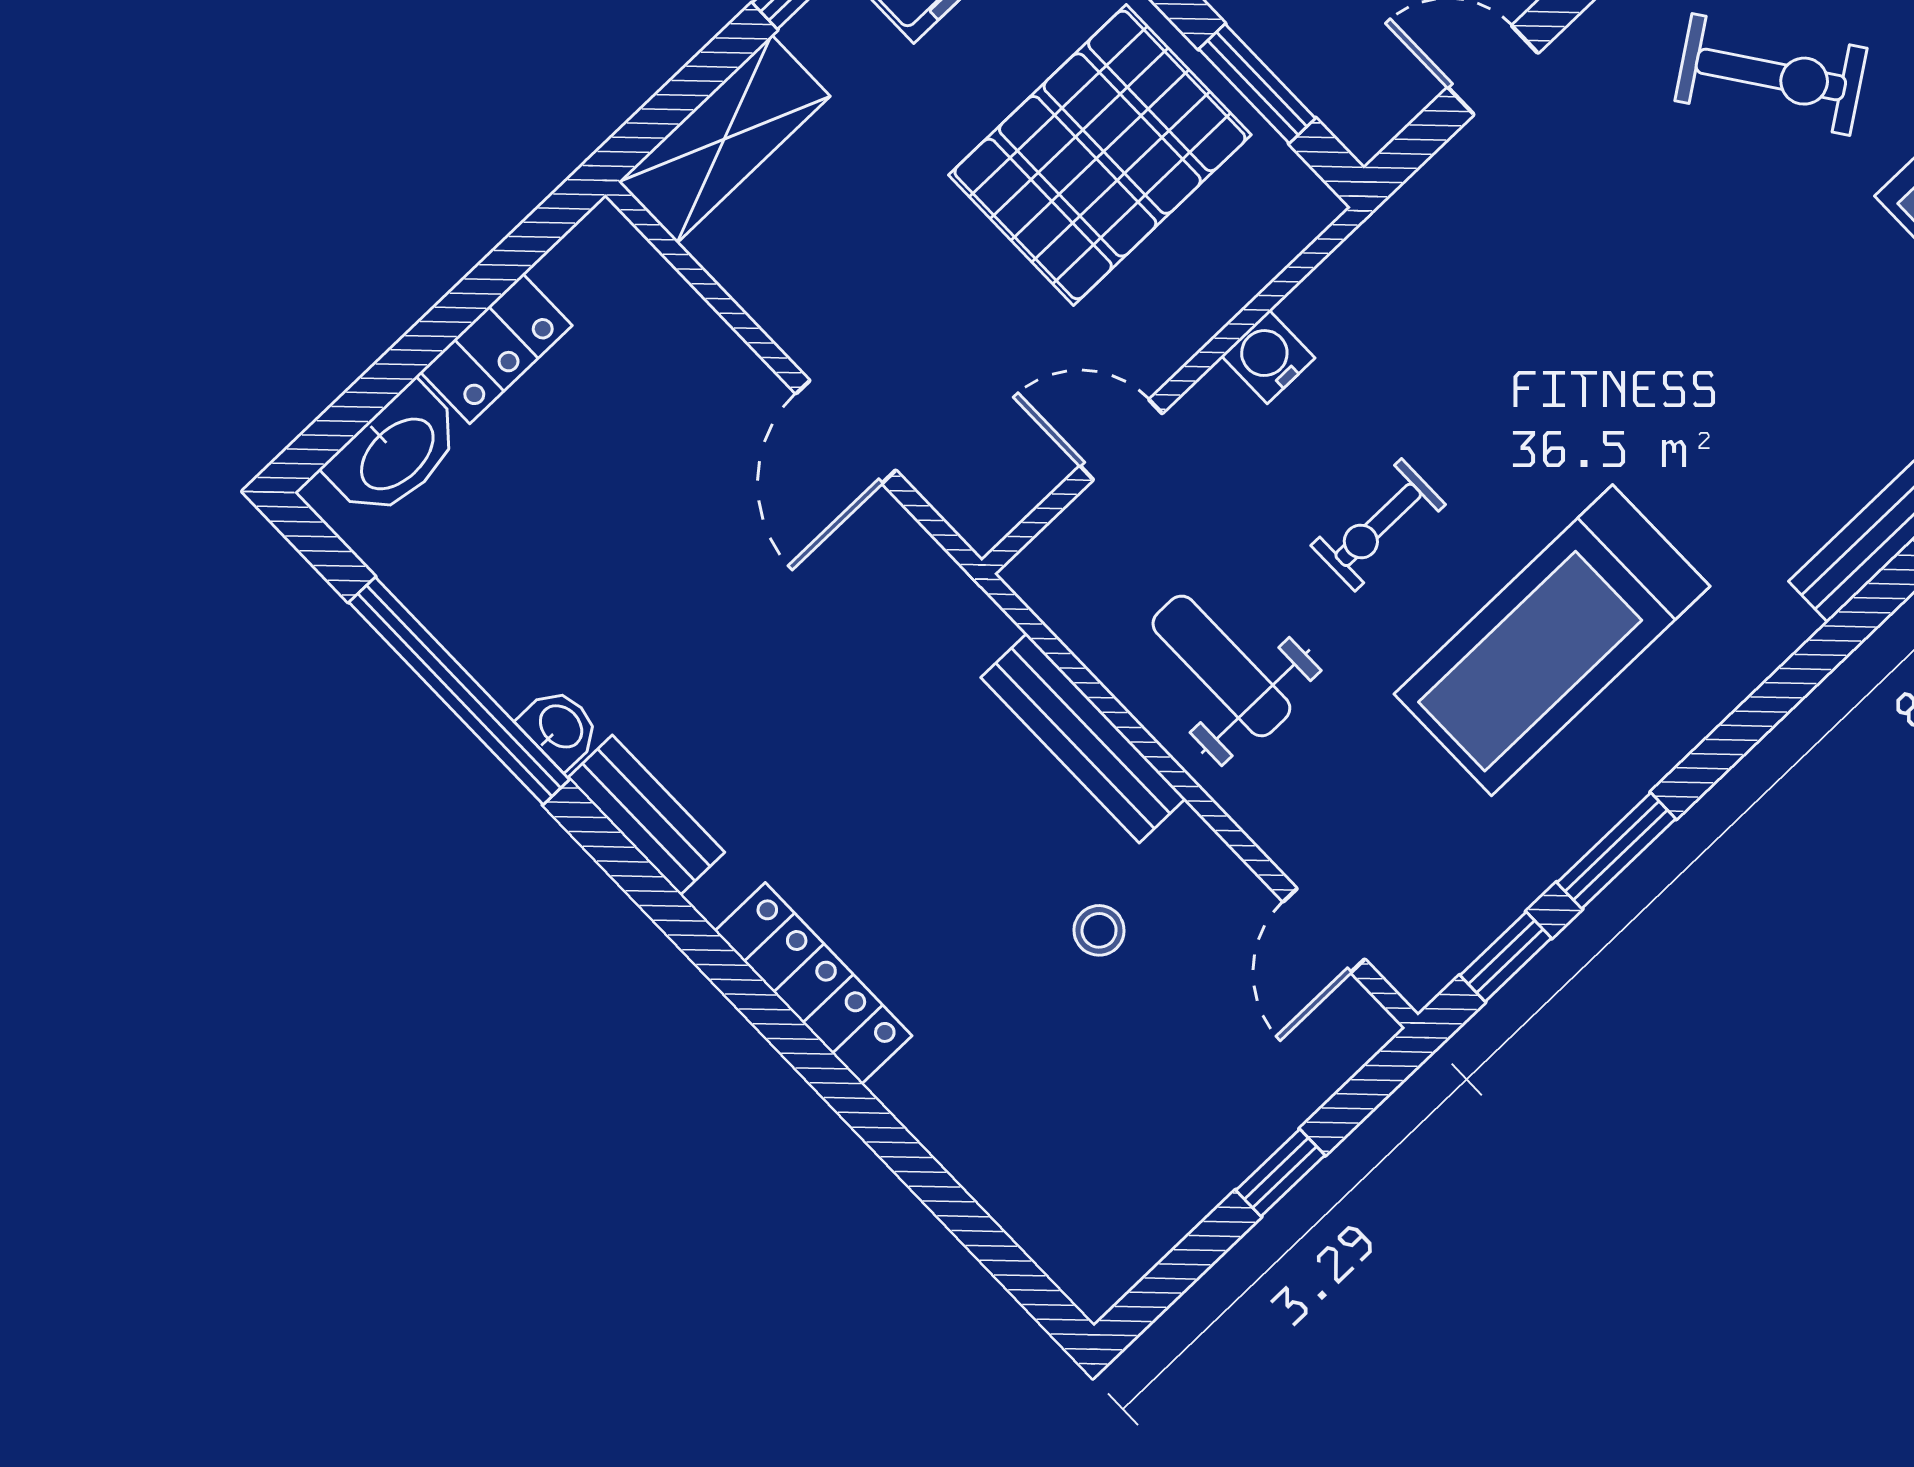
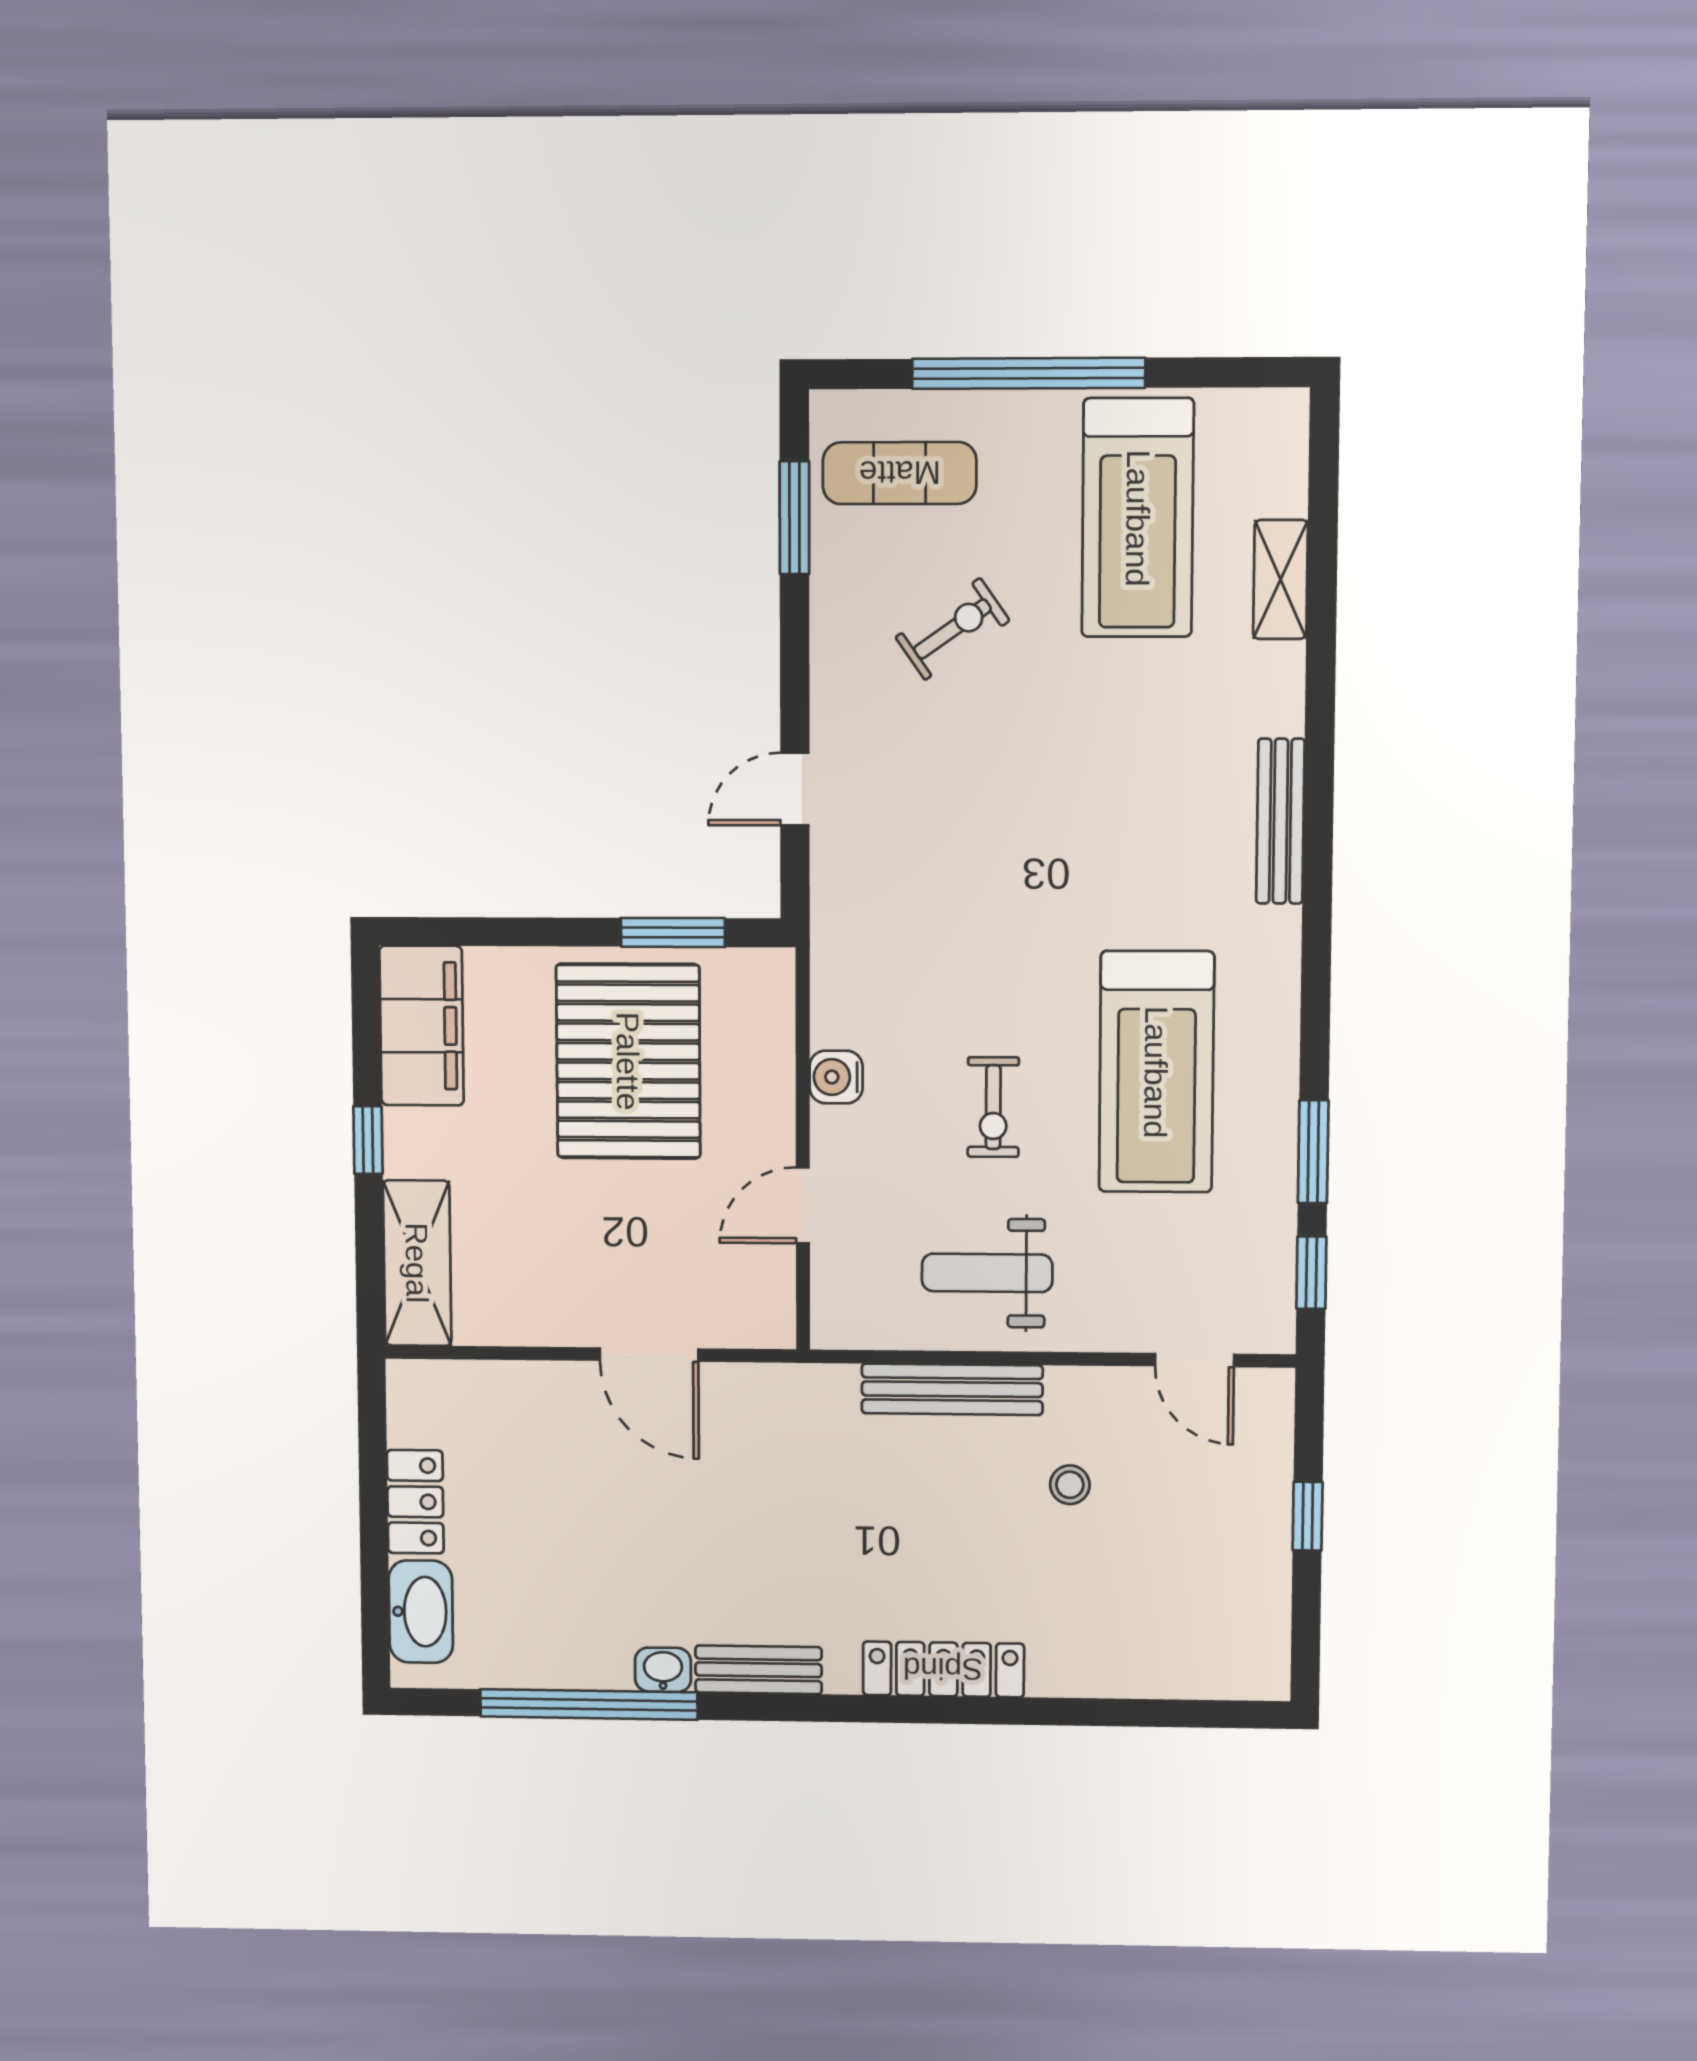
exercise bike: (1771, 74) -> (952, 629), width x0.73, depth x0.72

